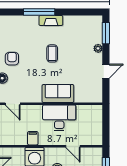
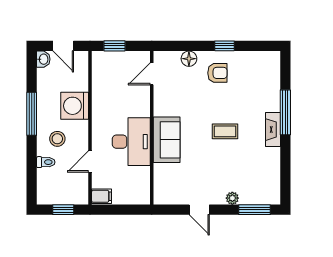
filing cabinet: (33, 138) -> (102, 196), moved

